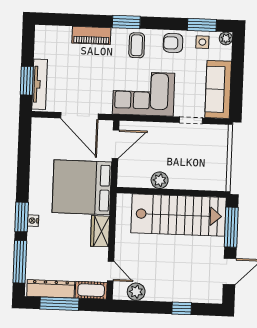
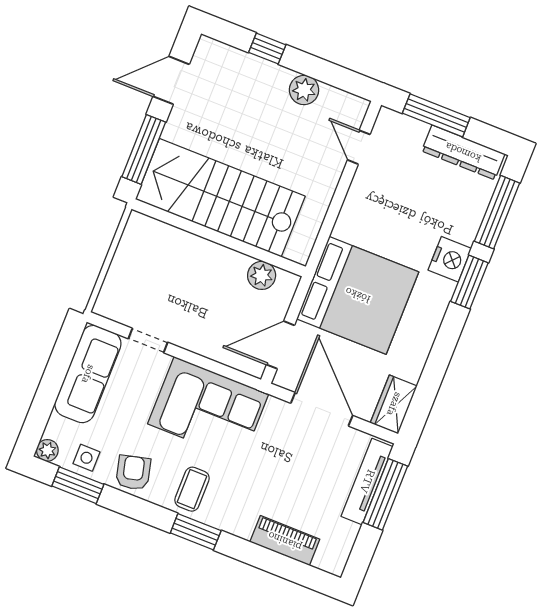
piano: (91, 35) -> (285, 541), moved
armchair: (173, 43) -> (133, 473), turned -104
window: (27, 81) -> (385, 494), width x1.44
plant: (160, 180) -> (262, 275), moved
nightstand: (33, 221) -> (450, 259), width x1.89, depth x1.79
wardrobe: (100, 231) -> (394, 404), moved, turned 180
cot: (91, 290) -> (400, 128), removed
plant: (136, 292) -> (304, 90), moved
window: (59, 304) -> (436, 115), moved

